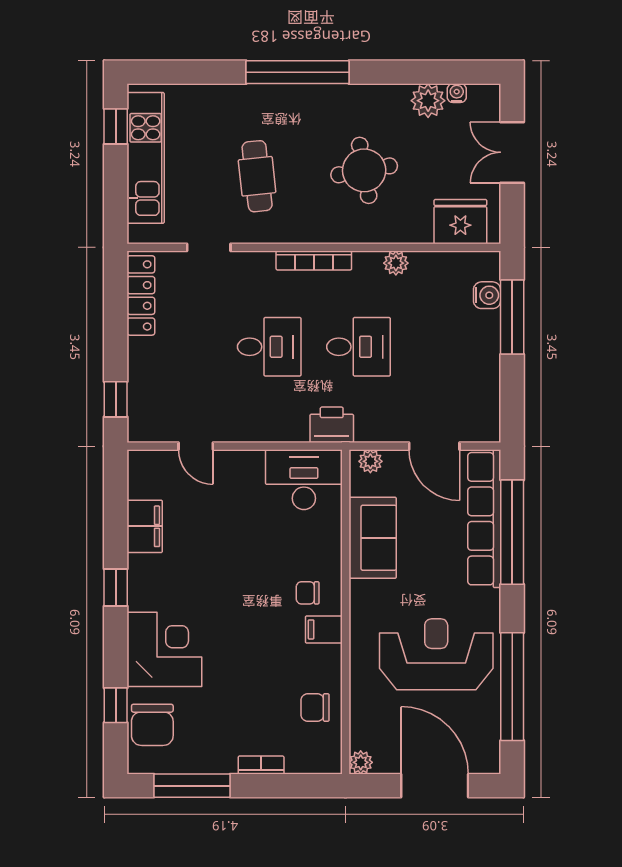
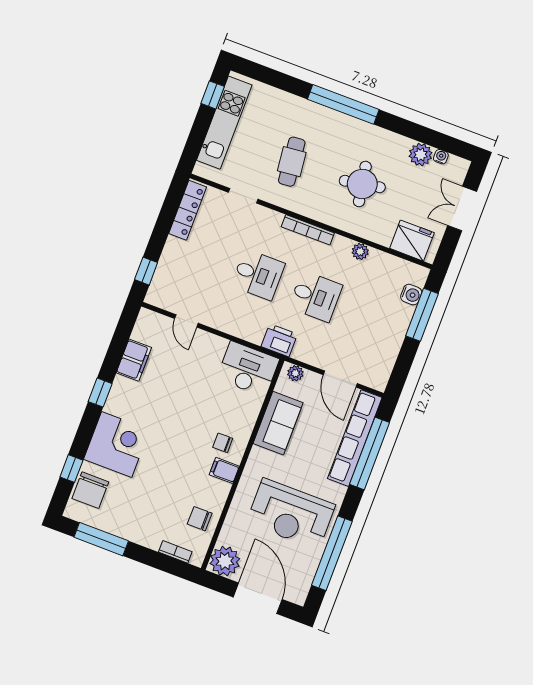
reception desk: (436, 654) -> (291, 514), turned 180
plant: (361, 762) -> (225, 561), width x1.88, depth x1.88
bookcase: (261, 765) -> (175, 552), moved

